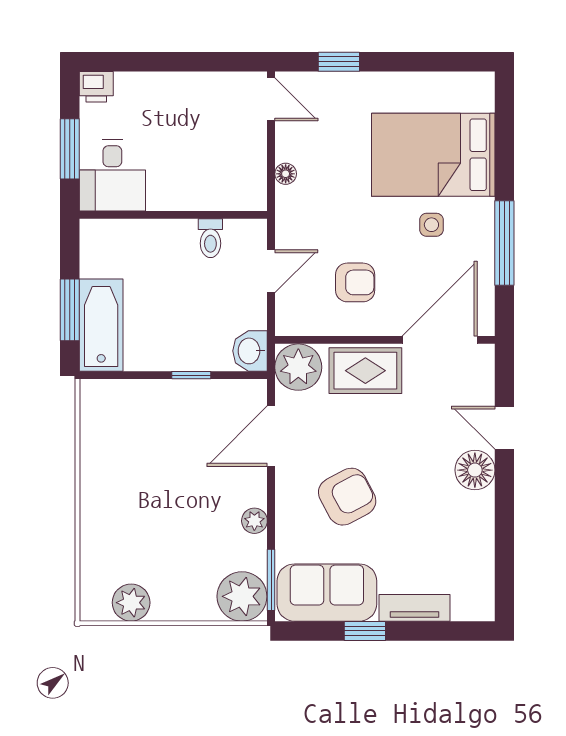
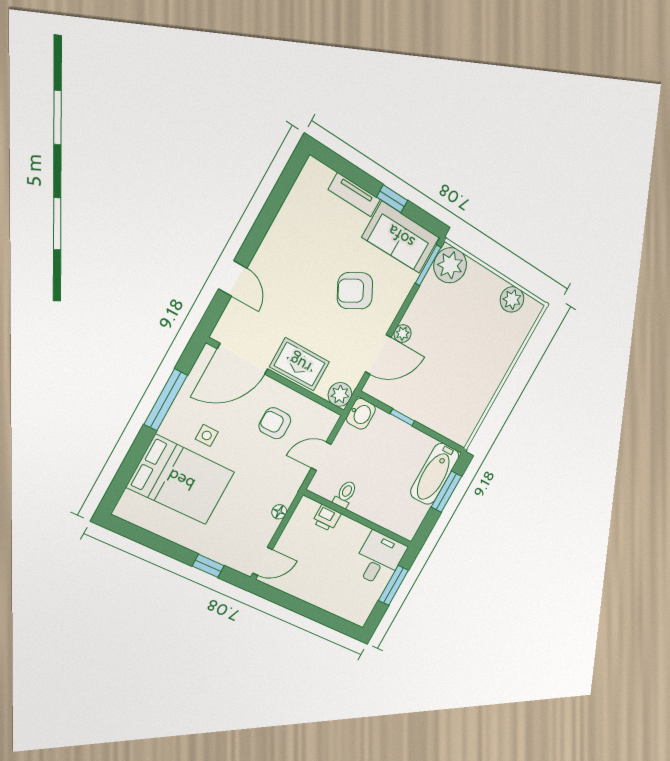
printer: (96, 87) -> (327, 518), moved, turned 180
door: (271, 99) -> (263, 561), swing flipped
plant: (298, 367) -> (340, 394), width x0.73, depth x0.73
floor lamp: (475, 470) -> (267, 262), removed
plant: (254, 521) -> (403, 334), moved

